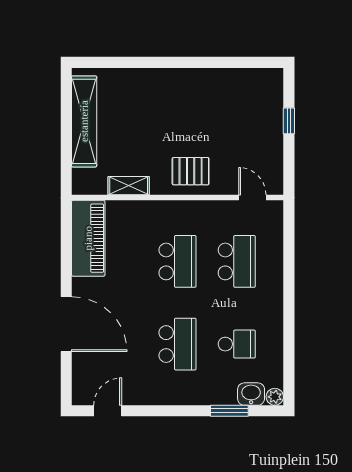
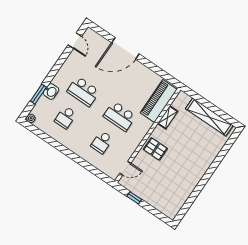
window: (289, 121) -> (134, 198), moved
pallet: (191, 171) -> (155, 149), turned 90
piano: (88, 238) -> (159, 101), moved, turned 90
school desk: (237, 261) -> (102, 142), width x0.54
washbasin: (251, 394) -> (51, 91), moved

